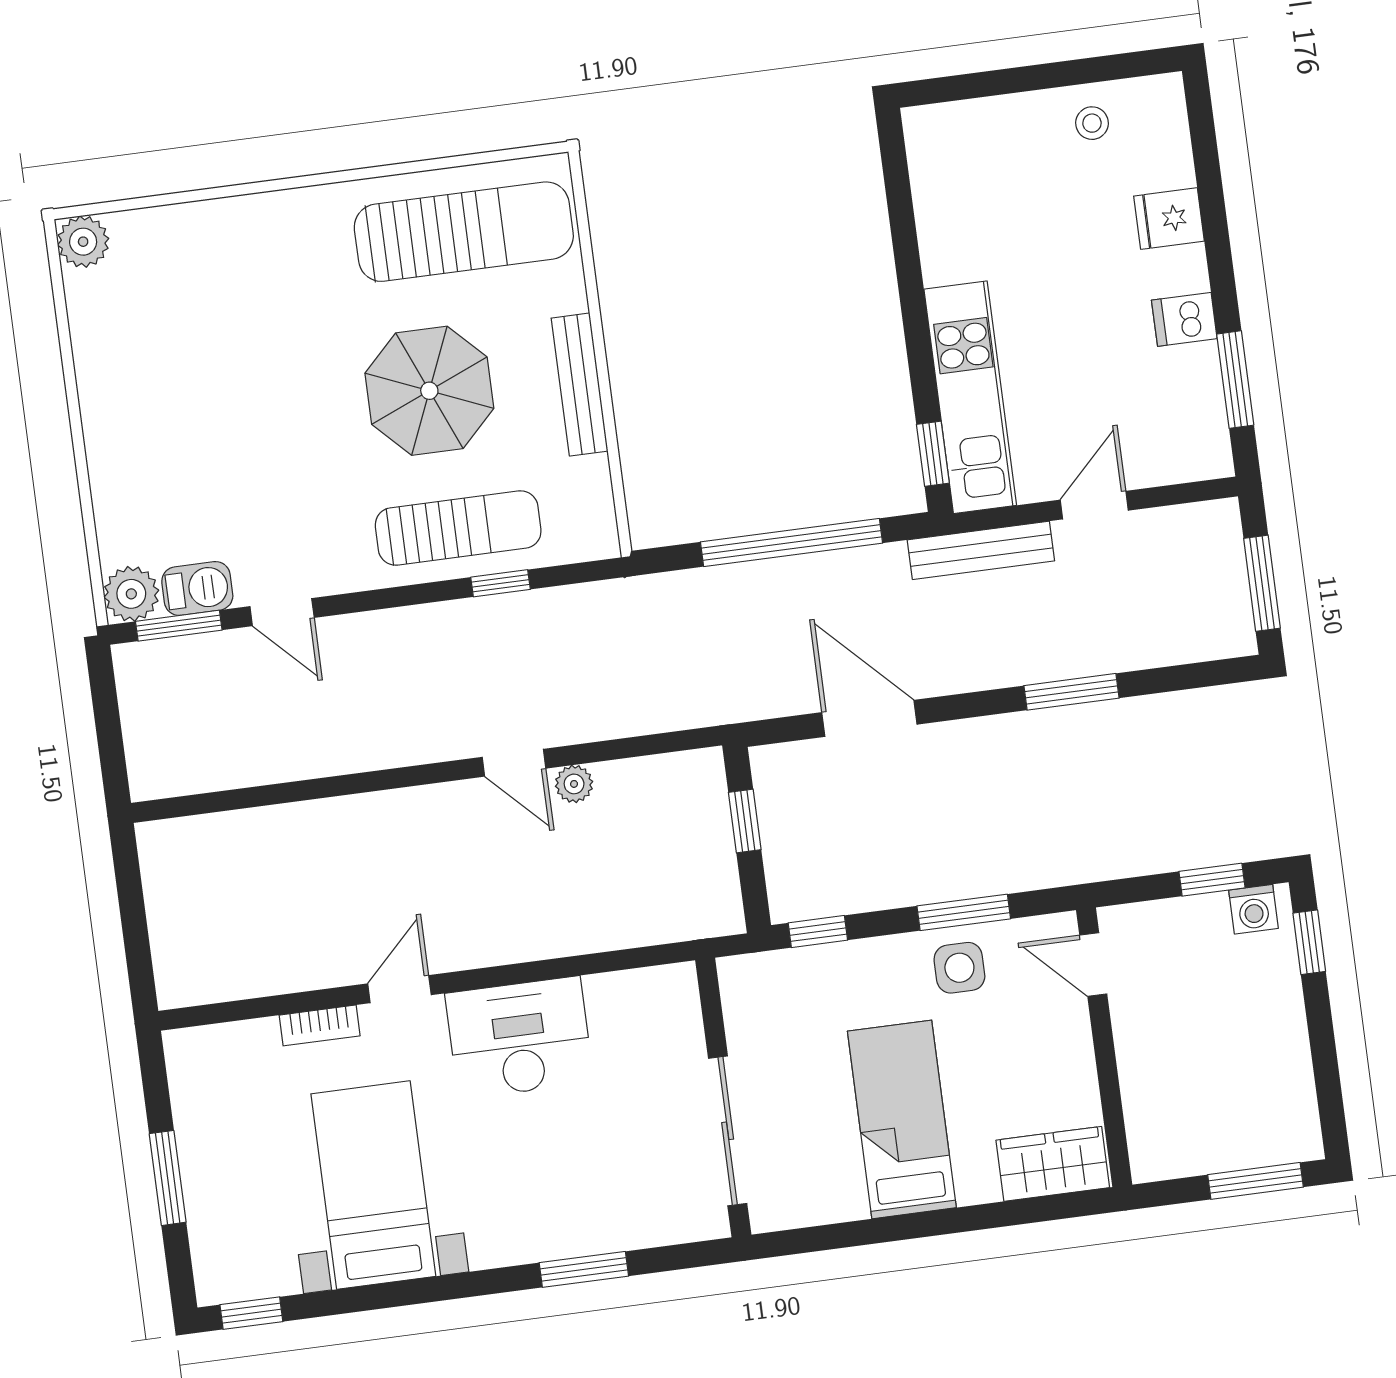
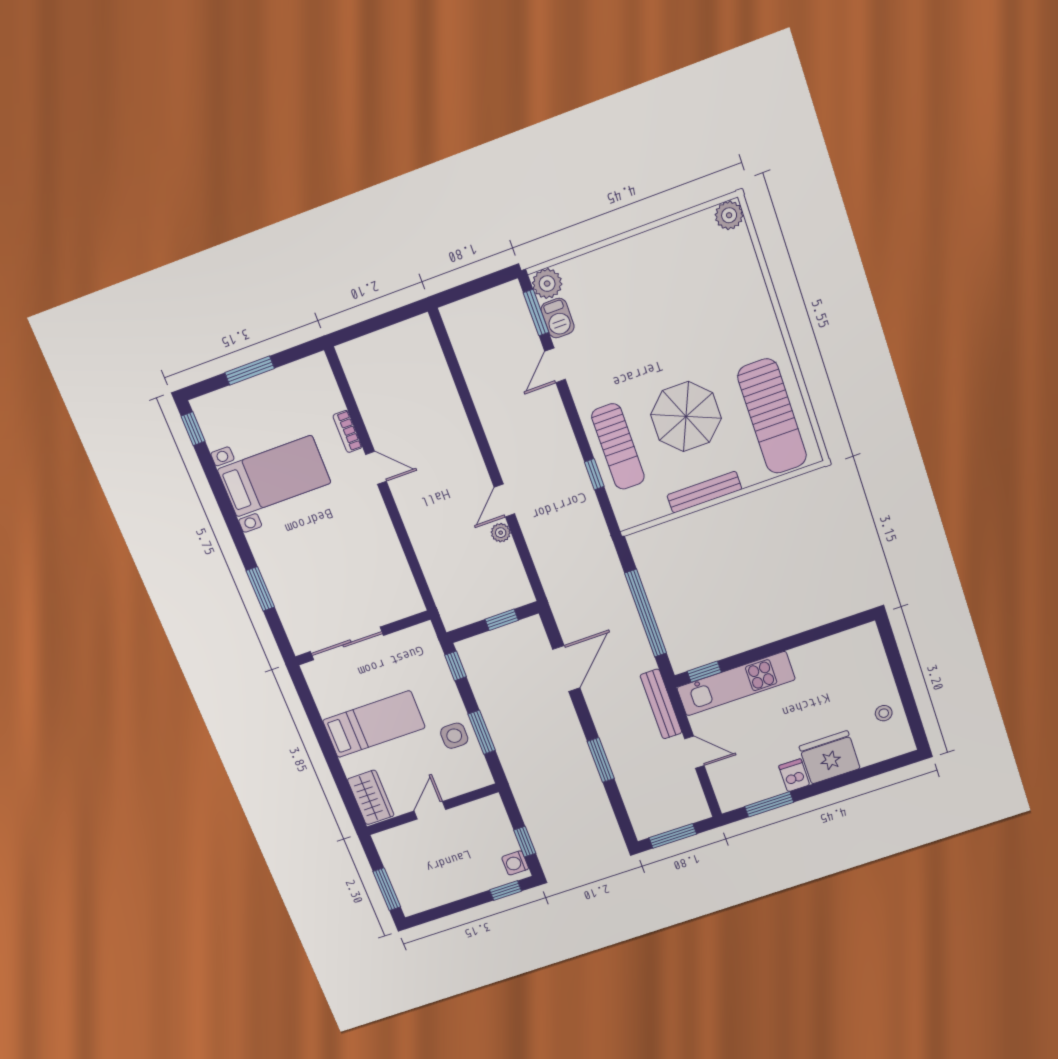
fridge: (1169, 219) -> (830, 757), width x1.88, depth x1.34
door: (1093, 964) -> (430, 810), moved
desk: (519, 1038) -> (367, 533), removed

